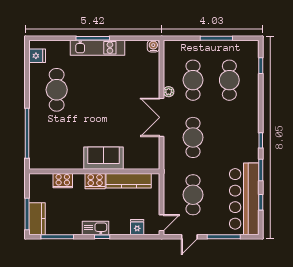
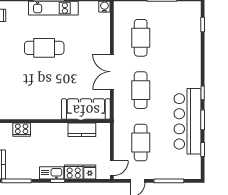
cafe table: (229, 80) -> (174, 38), removed
cafe table: (57, 90) -> (44, 48), moved, turned 90
plant: (169, 92) -> (118, 48), removed
sofa: (104, 158) -> (86, 109), moved, width x1.36
cooker: (95, 181) -> (74, 172), moved, turned 180
kitchen counter: (129, 181) -> (82, 130), width x0.67
bar counter: (244, 199) -> (188, 121), moved

